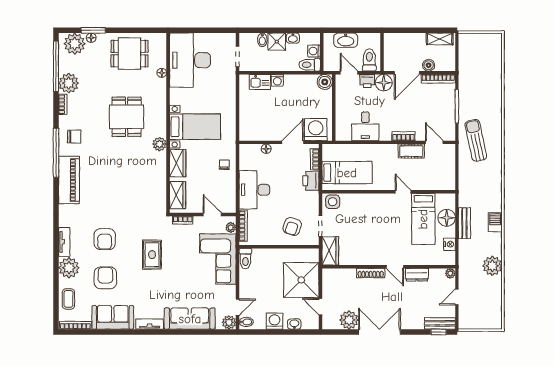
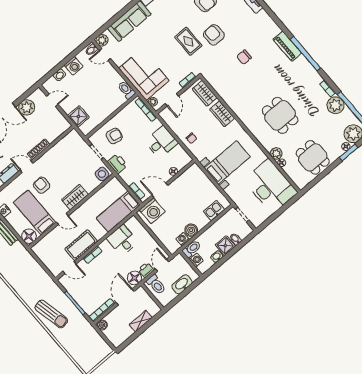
shelving: (440, 39) -> (141, 321), moved
dining table: (129, 54) -> (313, 157), turned 90
boiler: (429, 65) -> (102, 325), moved
door: (349, 73) -> (162, 265), swing flipped
washing machine: (277, 80) -> (183, 239), moved
boiler: (325, 82) -> (191, 230), moved
bed with nightstands: (195, 127) -> (227, 162), moved, turned 180
chair: (74, 137) -> (244, 57), moved
sun lounger: (476, 140) -> (51, 314), moved
door: (293, 142) -> (160, 190), swing flipped
plant: (159, 144) -> (276, 153), moved
cot: (411, 151) -> (81, 245), width x1.37, depth x1.34
bed: (347, 173) -> (118, 212), moved
piano: (69, 180) -> (287, 46), width x0.73, depth x0.75
printer: (311, 181) -> (117, 164), moved
desk: (254, 190) -> (161, 142), width x0.73
door: (212, 215) -> (172, 100), hinge flipped
floor lamp: (447, 218) -> (29, 236), moved
armchair: (292, 227) -> (114, 136), turned 83
armchair: (396, 238) -> (42, 185), added
armchair: (105, 239) -> (214, 35), moved
wardrobe: (330, 251) -> (75, 197), moved, turned 90
shower: (301, 280) -> (78, 116), width x0.54, depth x0.54
door: (238, 307) -> (105, 55), hinge flipped

